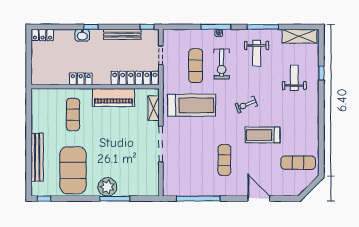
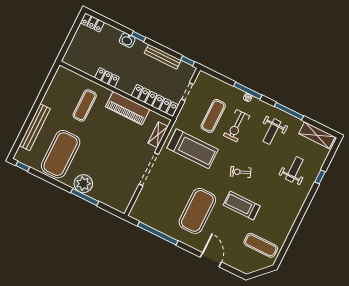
exercise mat: (224, 160) -> (197, 211), width x2.00, depth x1.45

